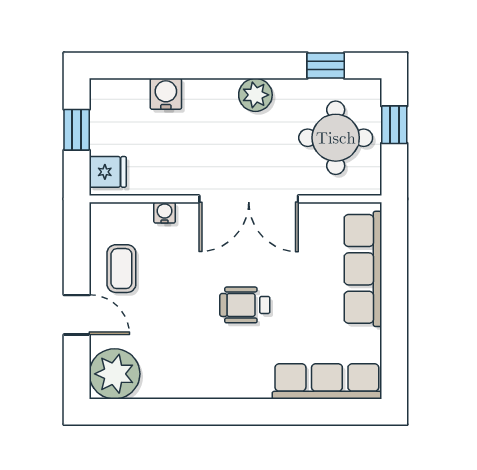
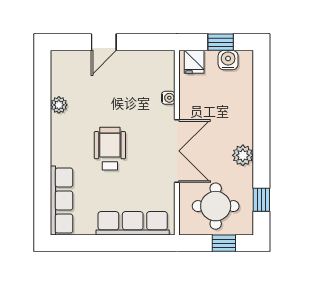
water cooler: (166, 94) -> (228, 60), moved, turned -90
double door: (249, 199) -> (177, 151), swing flipped
coffee table: (121, 269) -> (133, 70), removed
wheelchair: (245, 305) -> (110, 149), width x1.36, depth x1.37
plant: (115, 374) -> (59, 105), moved, width x0.53, depth x0.53

